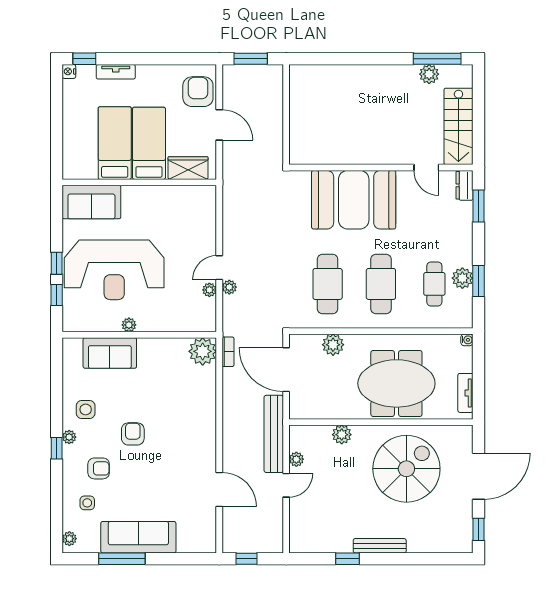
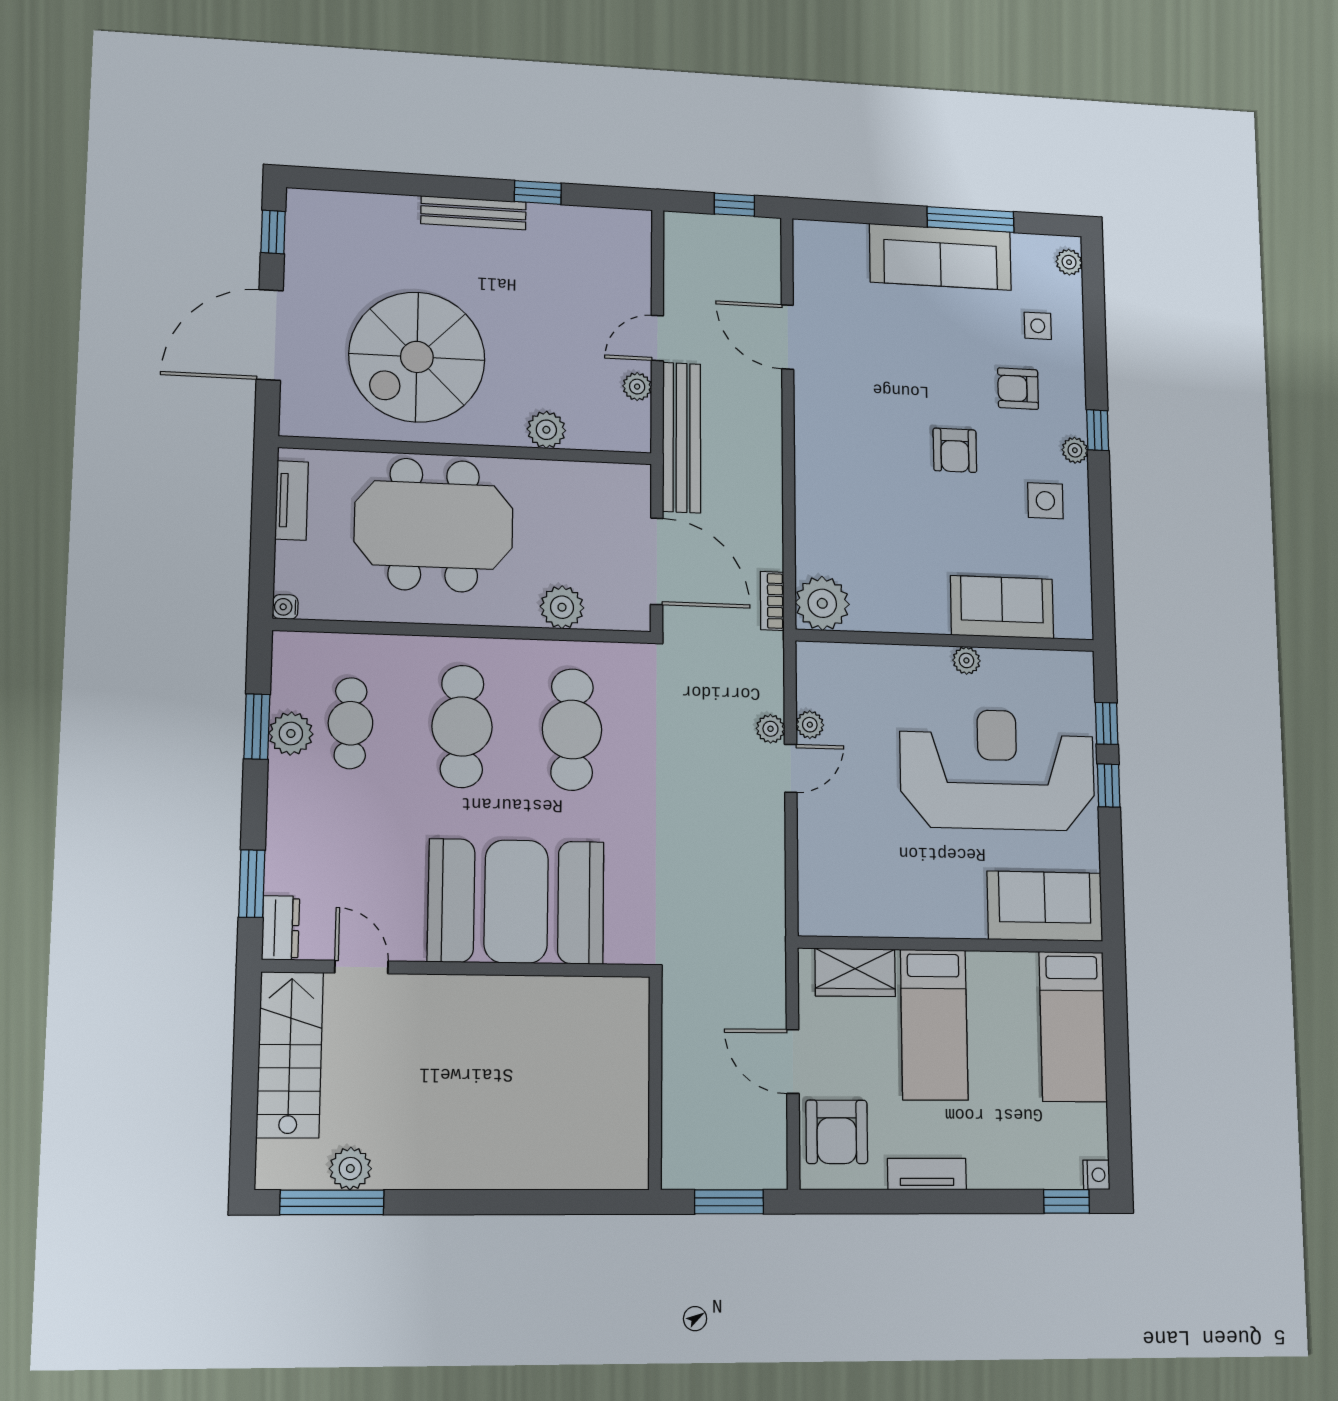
tv unit: (116, 72) -> (927, 1174), moved
bed: (115, 143) -> (1073, 1026), moved

